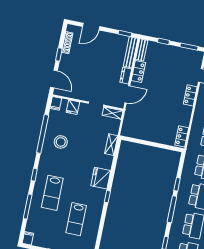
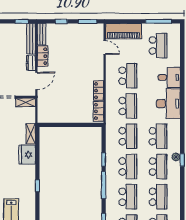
locker: (190, 95) -> (99, 91), moved
fridge: (101, 178) -> (27, 155), moved

